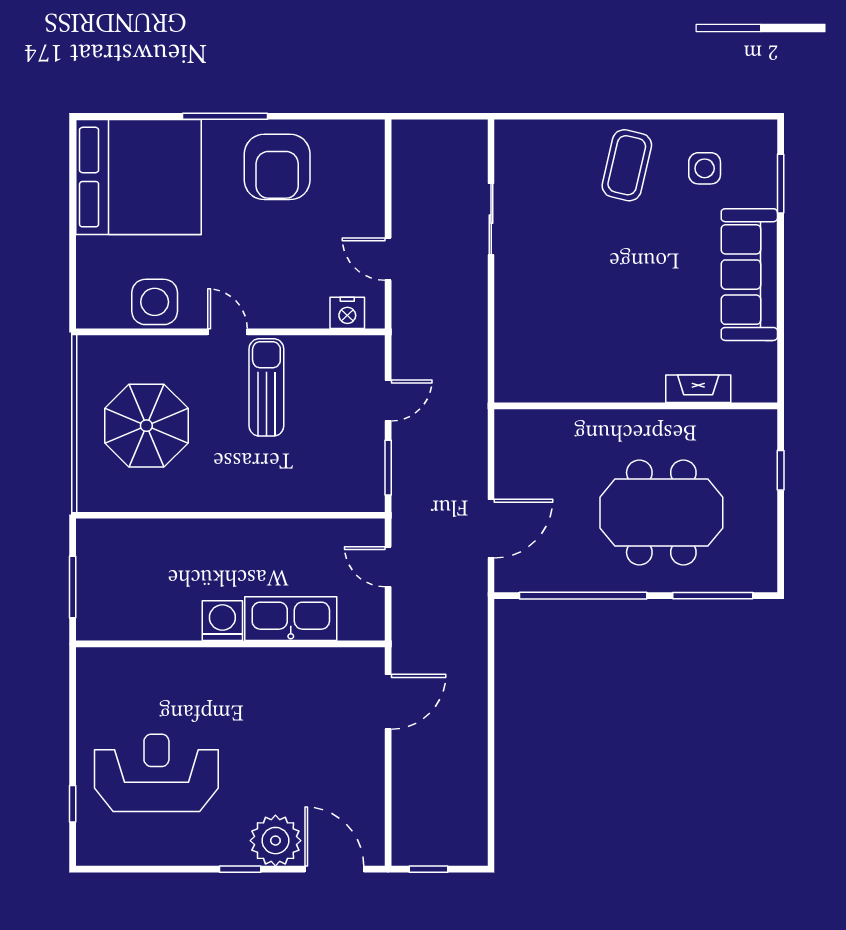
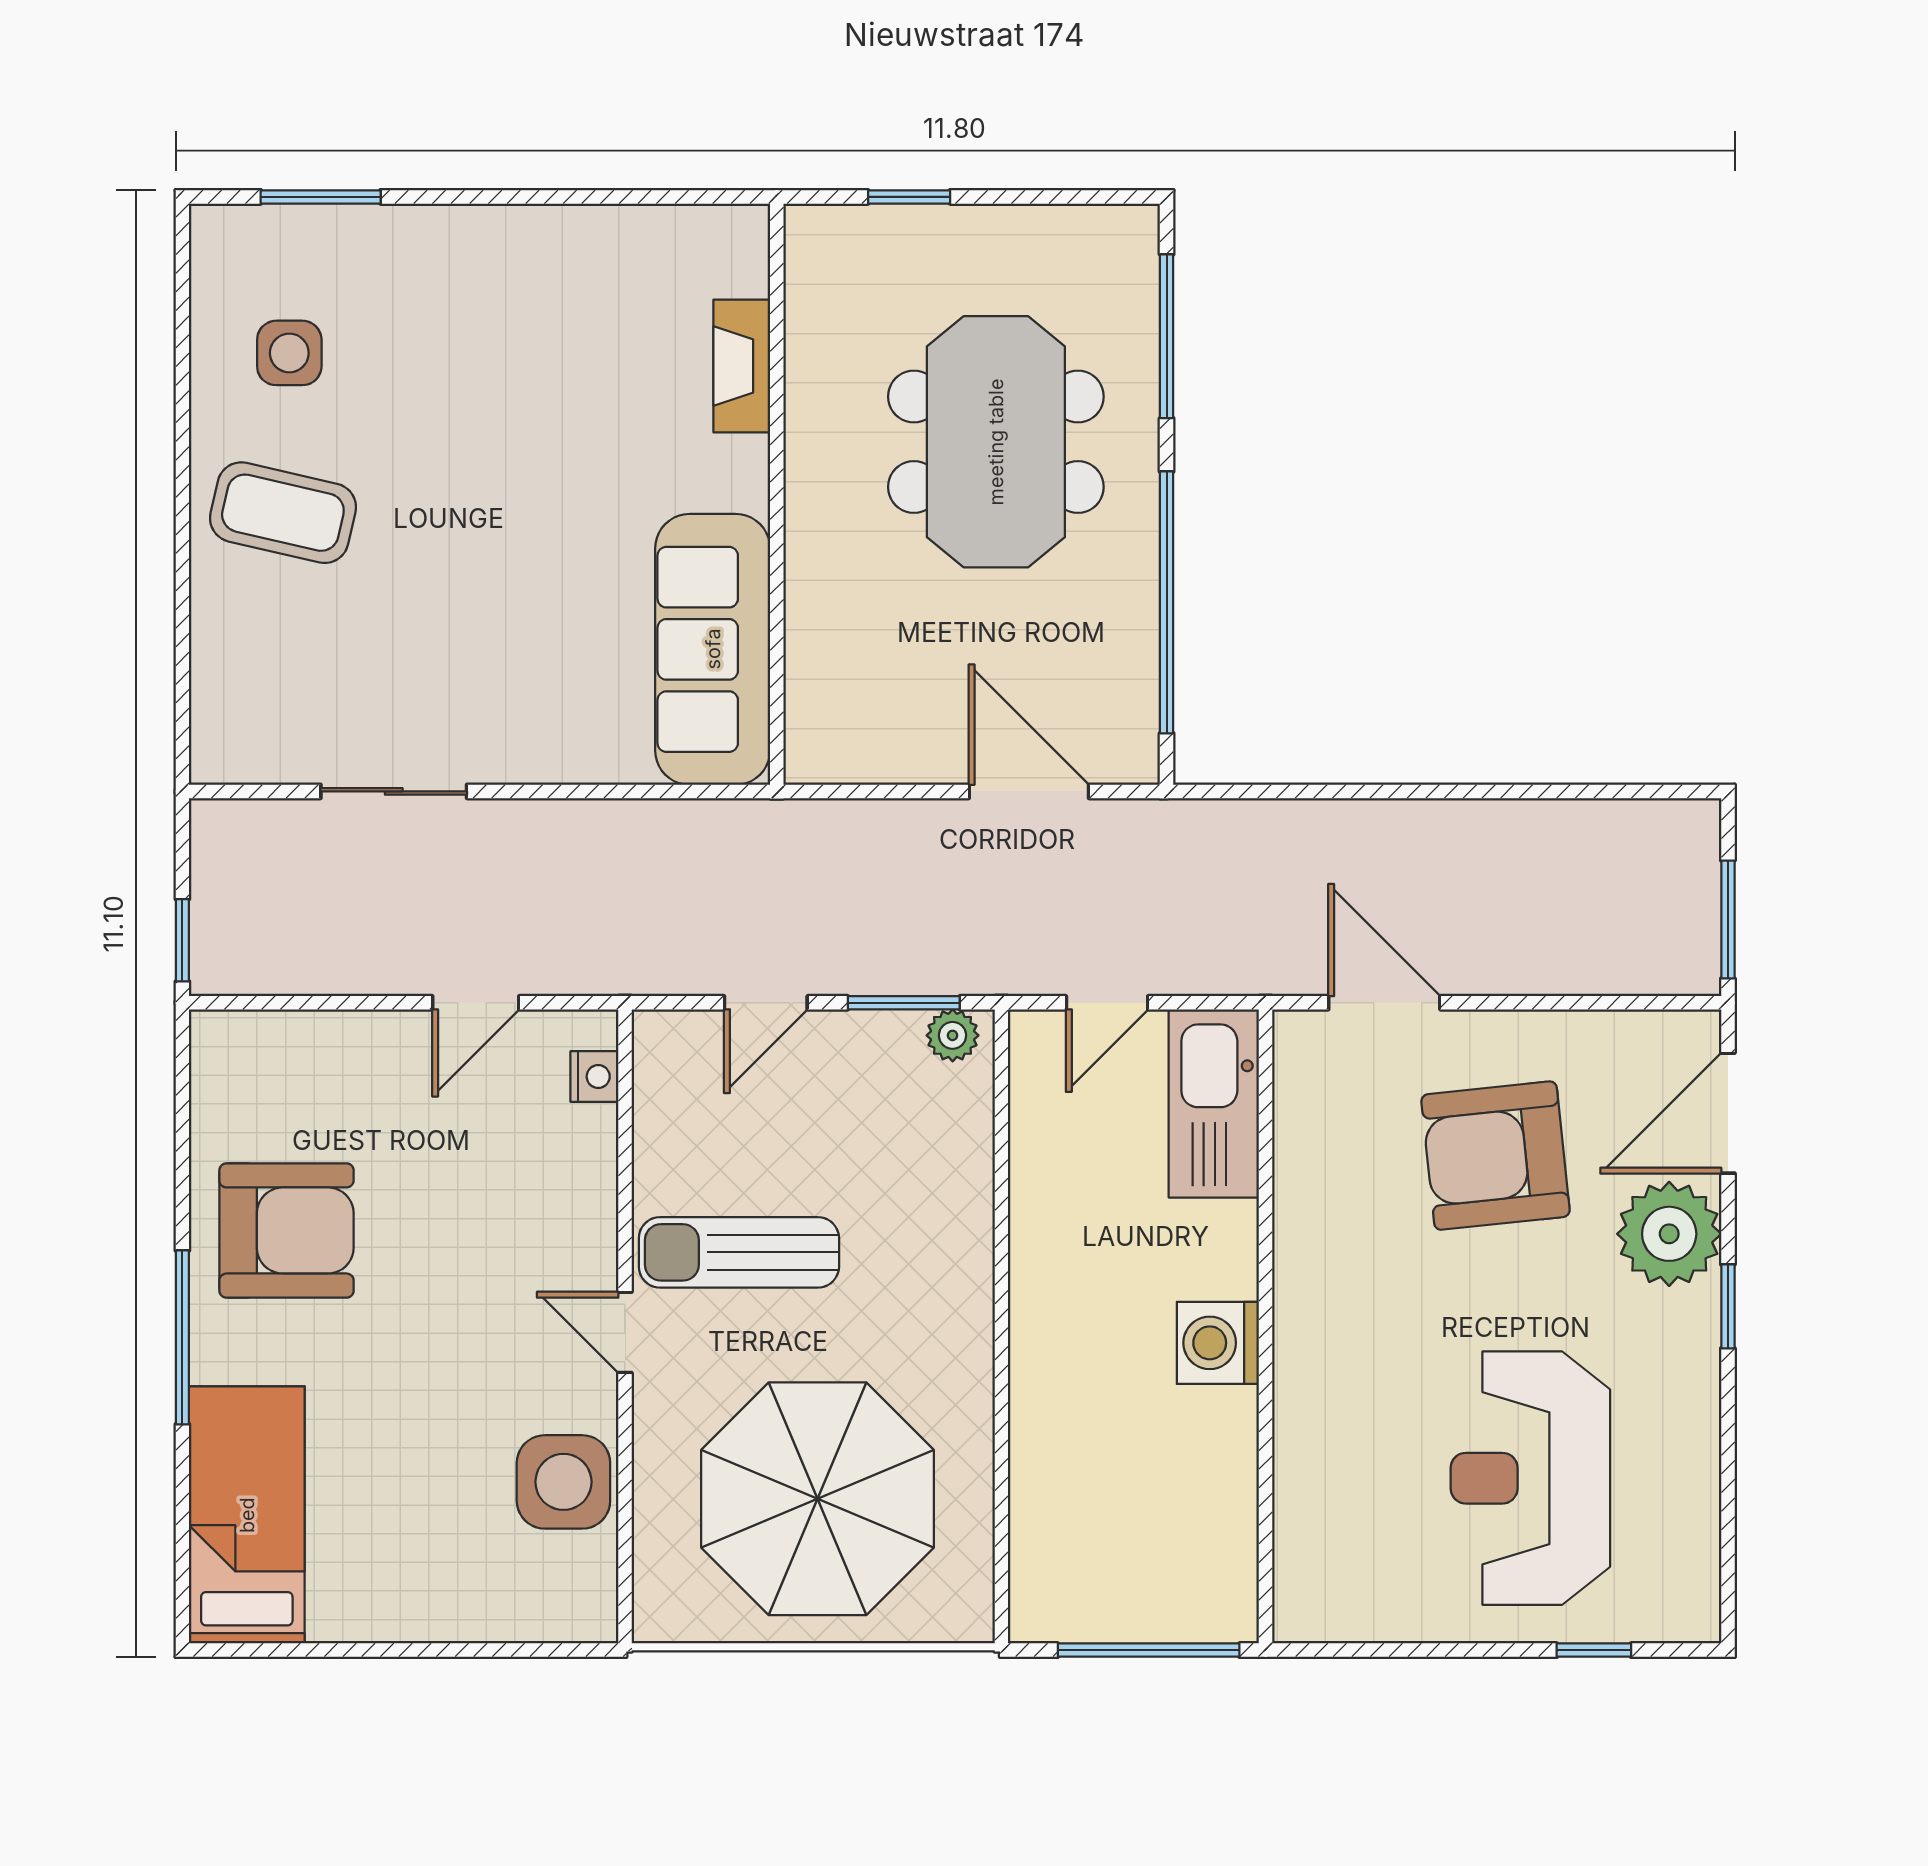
window: (418, 116) -> (182, 940), added
bed: (139, 177) -> (247, 1515), width x0.49
sofa: (749, 275) -> (713, 649), moved, turned 90
nightstand: (347, 313) -> (594, 1077), width x0.72, depth x0.74
door: (227, 332) -> (625, 1332), hinge flipped
door: (388, 400) -> (766, 1003), swing flipped
parasol: (146, 426) -> (818, 1499), width x1.36, depth x1.36
plant: (372, 491) -> (953, 1035), added
window: (73, 587) -> (1149, 1650), width x1.44
kitchen sink: (291, 619) -> (1214, 1103), moved
armchair: (314, 756) -> (1496, 1156), added
window: (429, 869) -> (1728, 920), width x1.50

